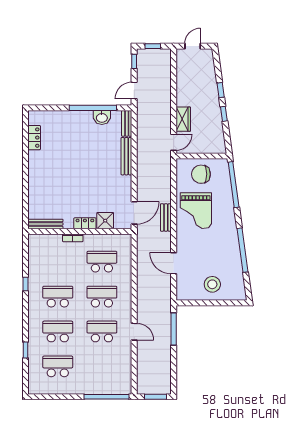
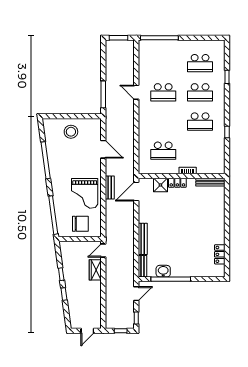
grand piano: (196, 211) -> (85, 193), turned 180
school desk: (102, 297) -> (163, 122), removed

